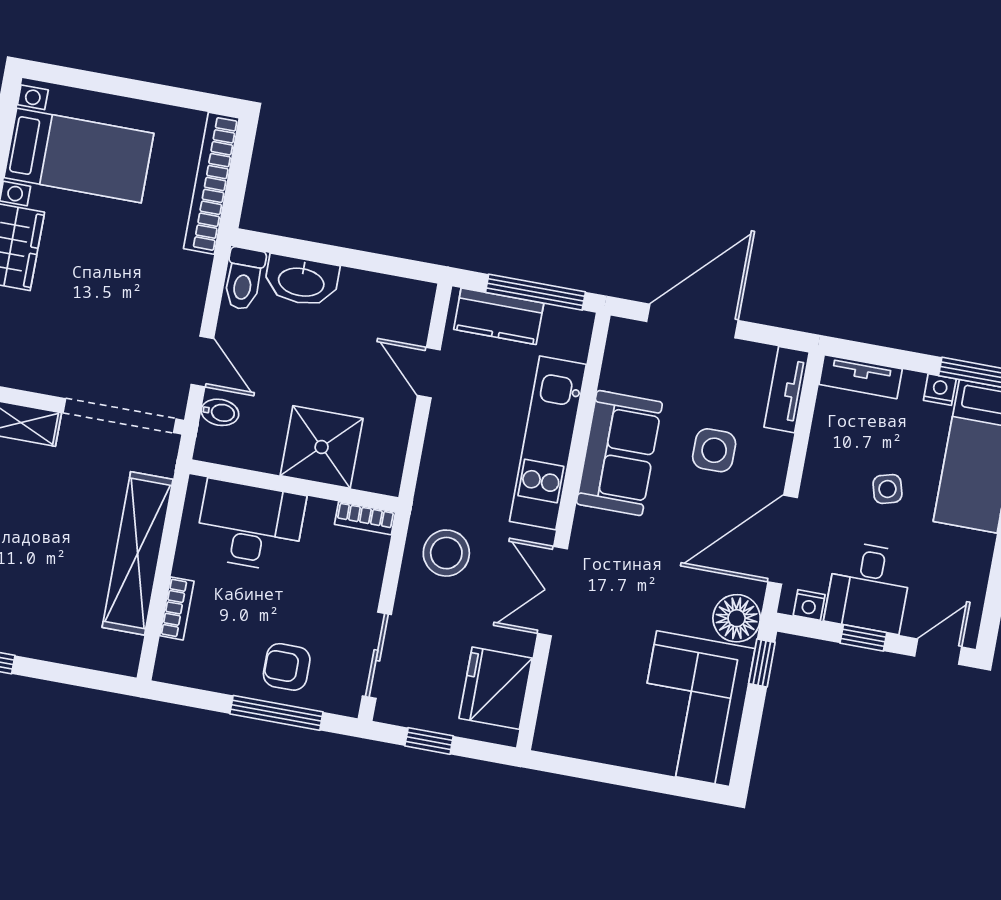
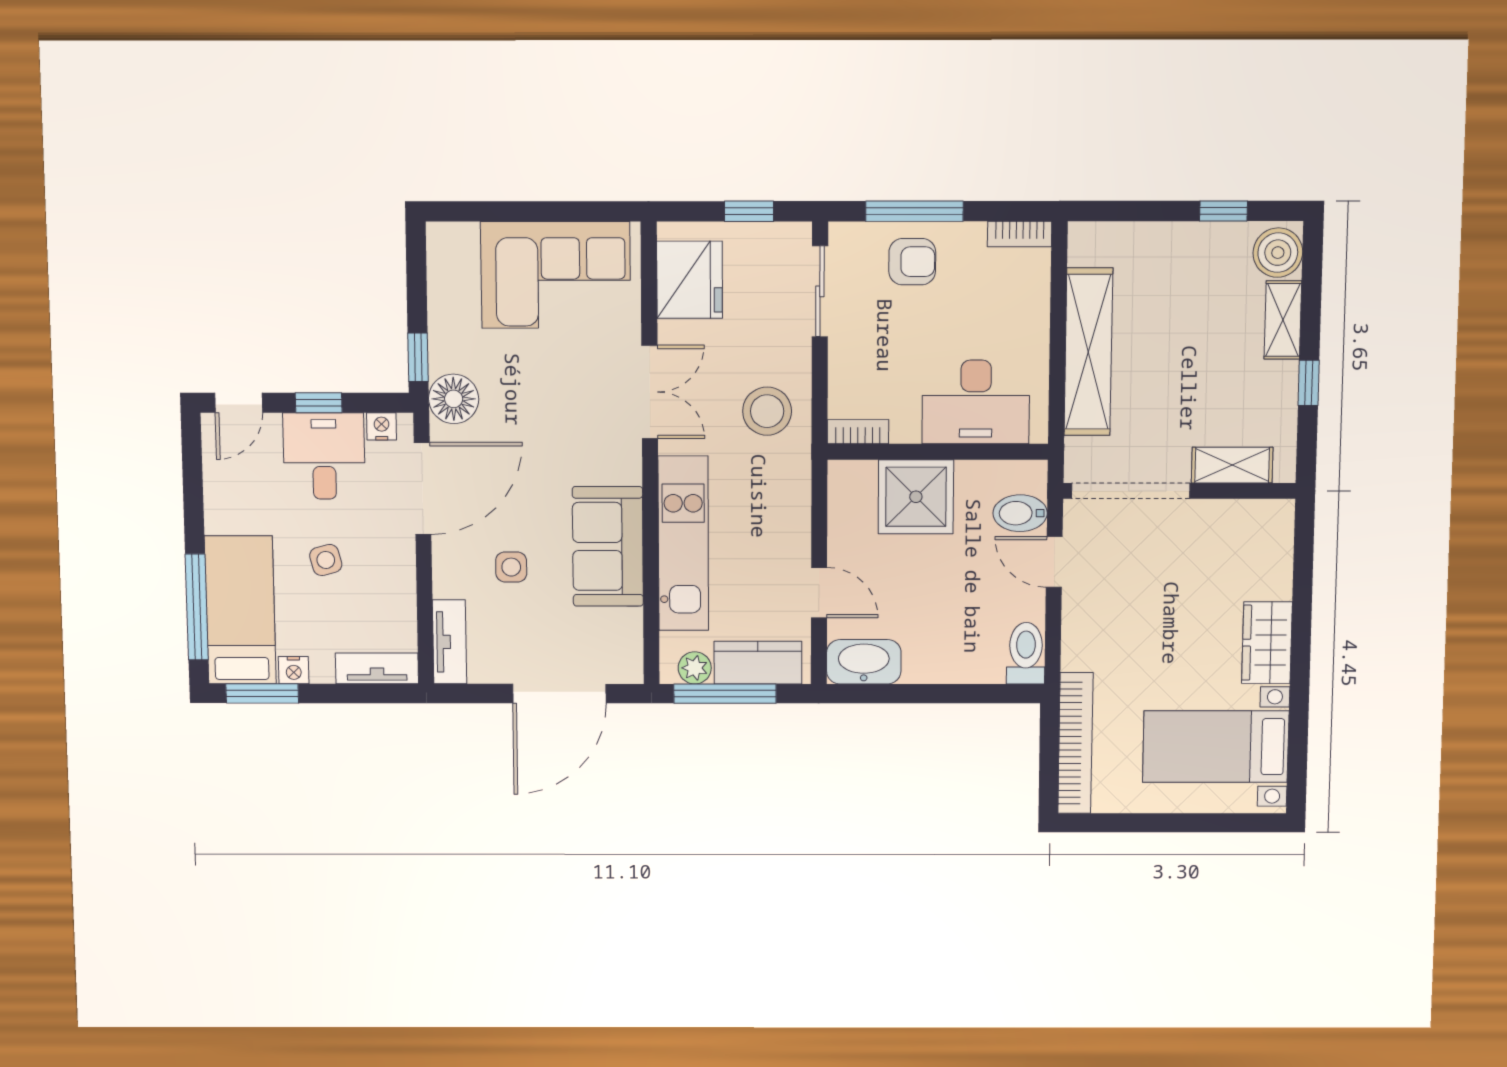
washbasin: (301, 281) -> (864, 662), moved
plant: (559, 322) -> (695, 668), added
bidet: (220, 412) -> (1020, 513), width x1.38, depth x1.36
side table: (714, 450) -> (511, 567), width x0.73, depth x0.73
bookcase: (177, 608) -> (1020, 234), moved, turned -90
corner sofa: (693, 709) -> (556, 275), moved, turned 90

